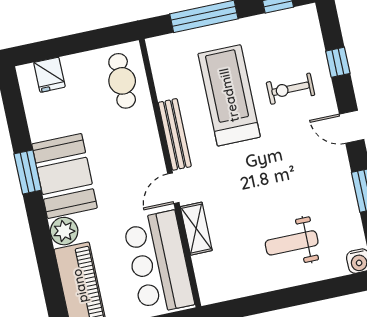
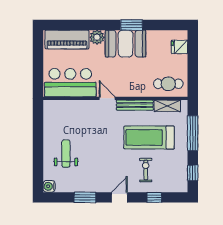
treadmill: (229, 95) -> (149, 137), turned 180
shelving: (196, 229) -> (167, 106), moved

